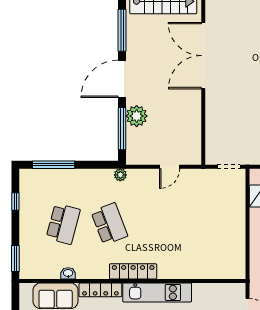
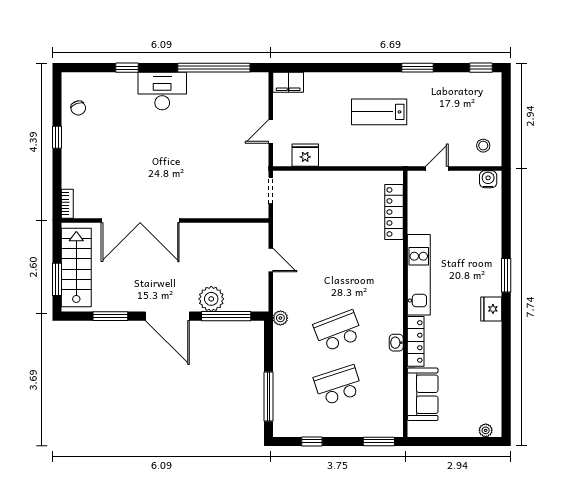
window: (122, 30) -> (110, 316), width x0.69
school desk: (63, 224) -> (338, 385), turned -33
locker: (133, 271) -> (394, 212), moved
washbasin: (68, 273) -> (396, 343), moved

